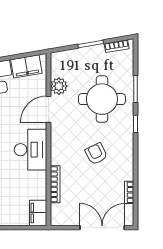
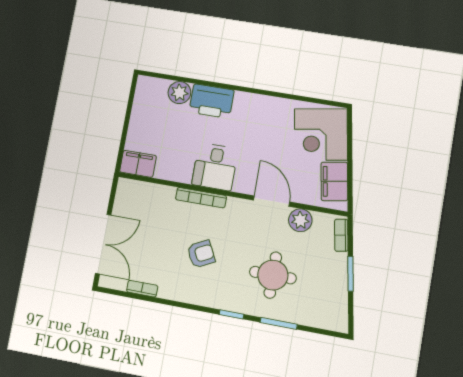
bookcase: (117, 46) -> (341, 235), moved
round table: (102, 99) -> (273, 275), width x0.73, depth x0.73
desk: (31, 150) -> (215, 167), width x0.73
bookcase: (55, 184) -> (201, 198), moved

